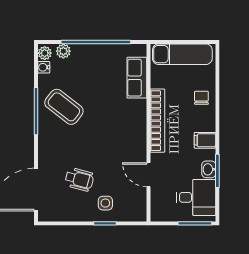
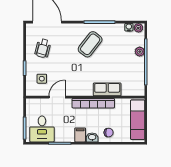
plant: (63, 51) -> (140, 52), moved
row of seats: (137, 78) -> (107, 89), moved
coffee table: (64, 107) -> (90, 44), moved
washbasin: (209, 169) -> (92, 137), moved
wheelchair: (79, 179) -> (43, 48), moved
side table: (105, 203) -> (42, 79), moved

